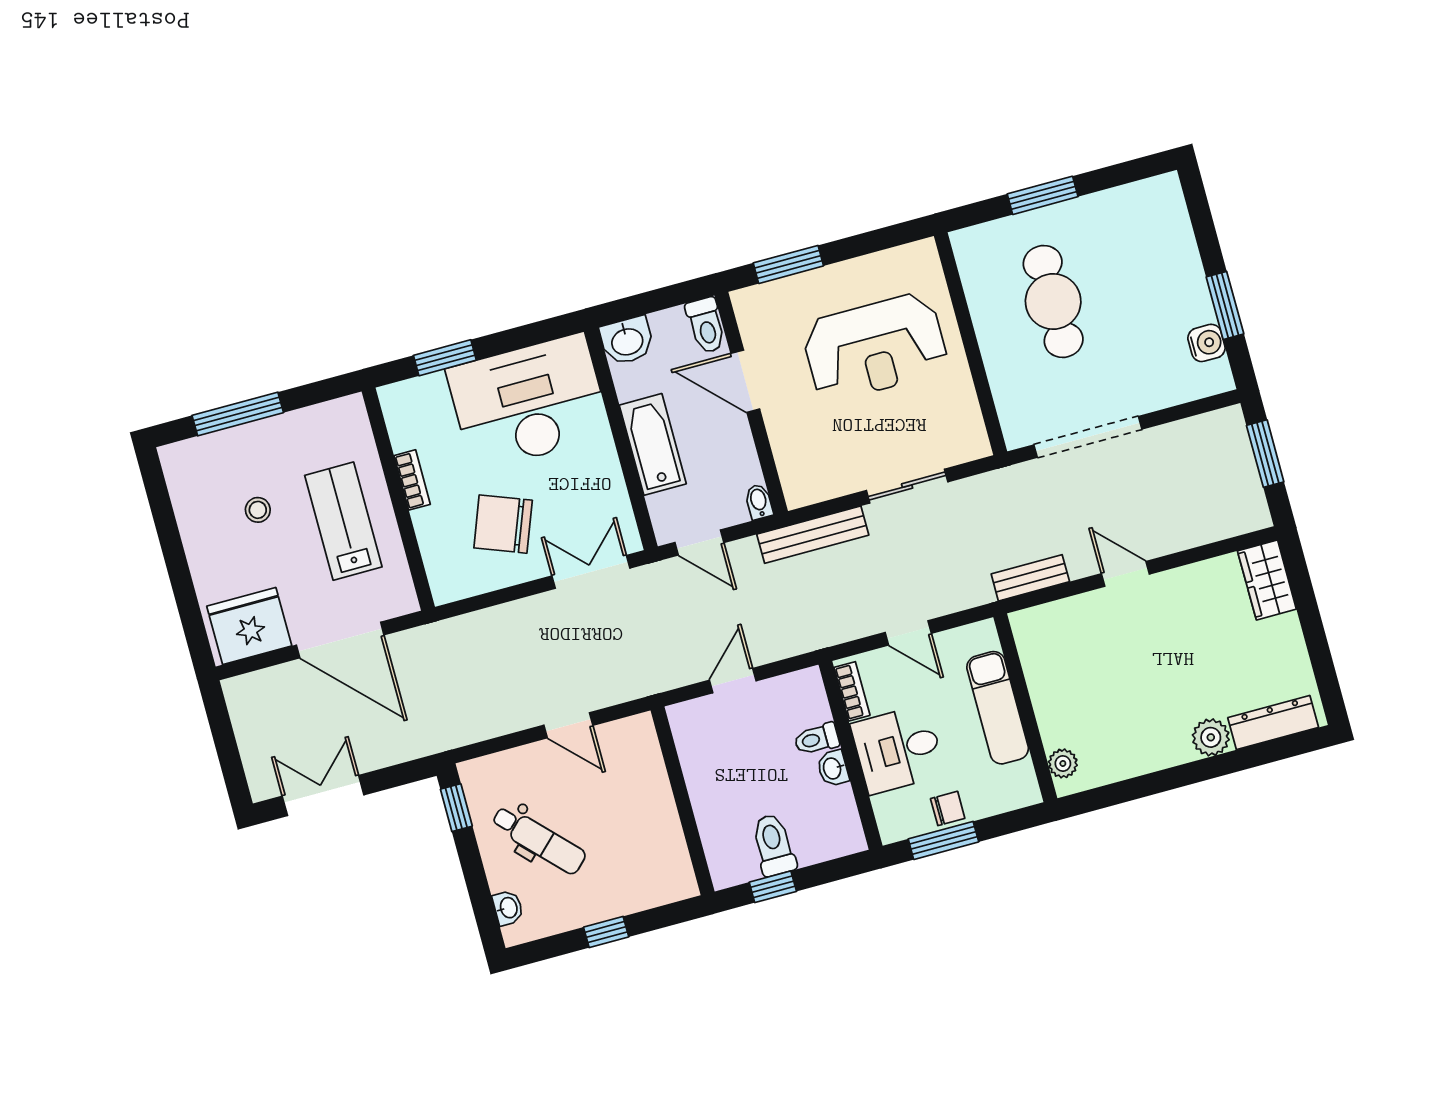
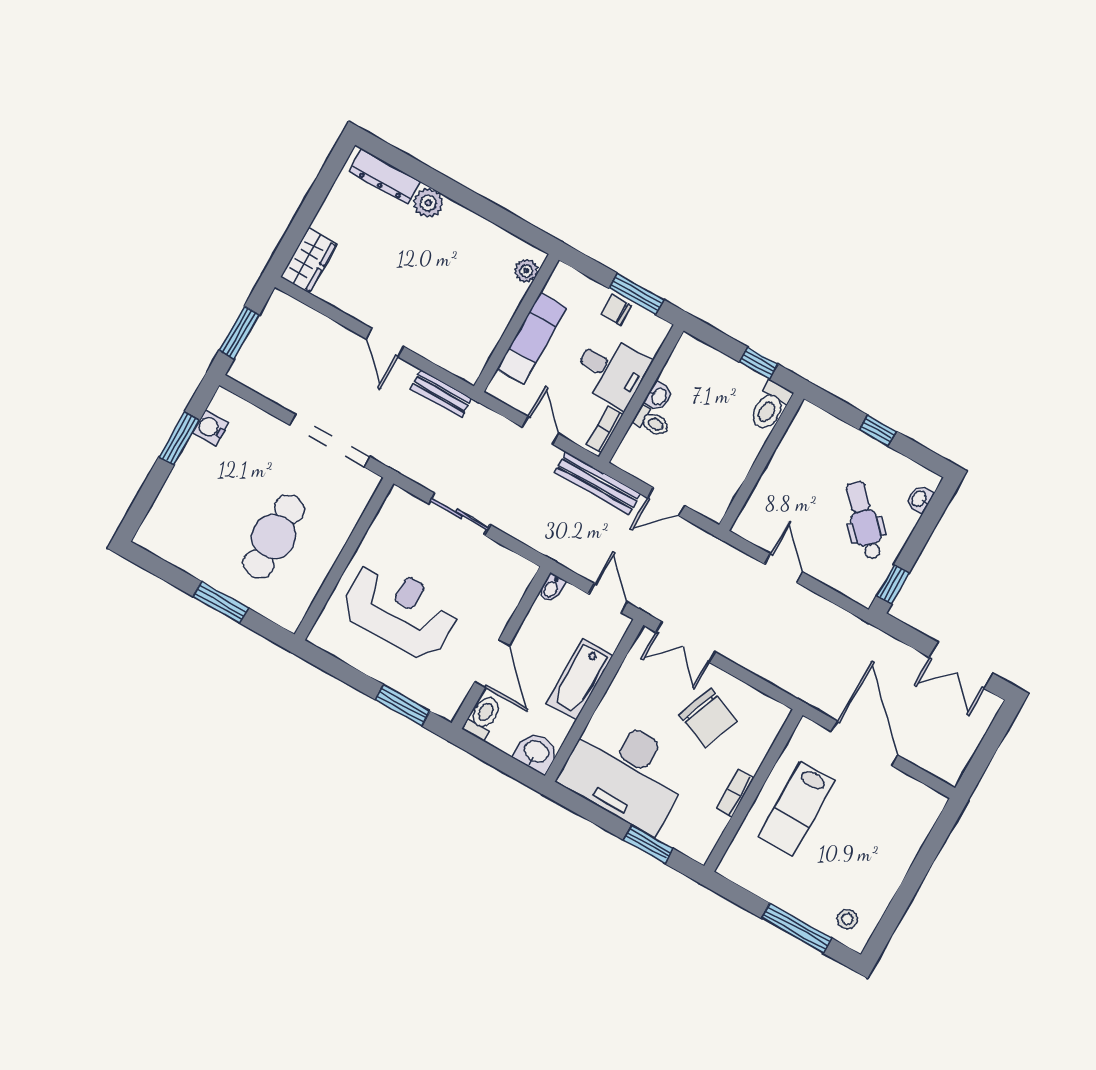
stool: (258, 510) -> (847, 919), moved
bench: (813, 535) -> (597, 483), moved
fridge: (249, 626) -> (908, 802), removed
toilet: (774, 845) -> (770, 406), moved

